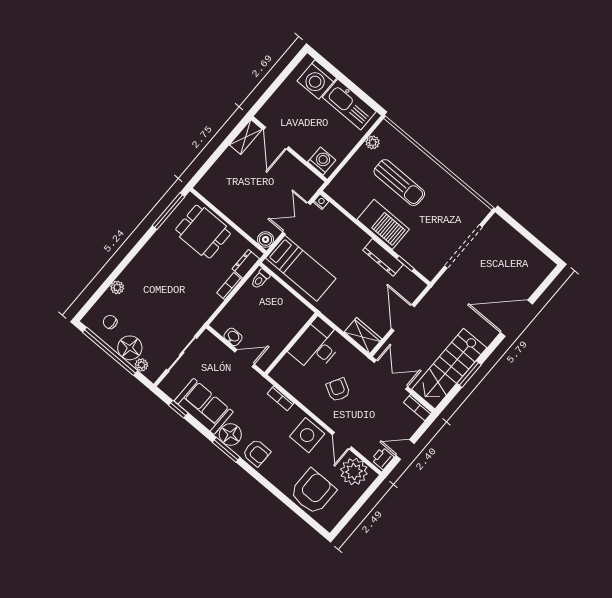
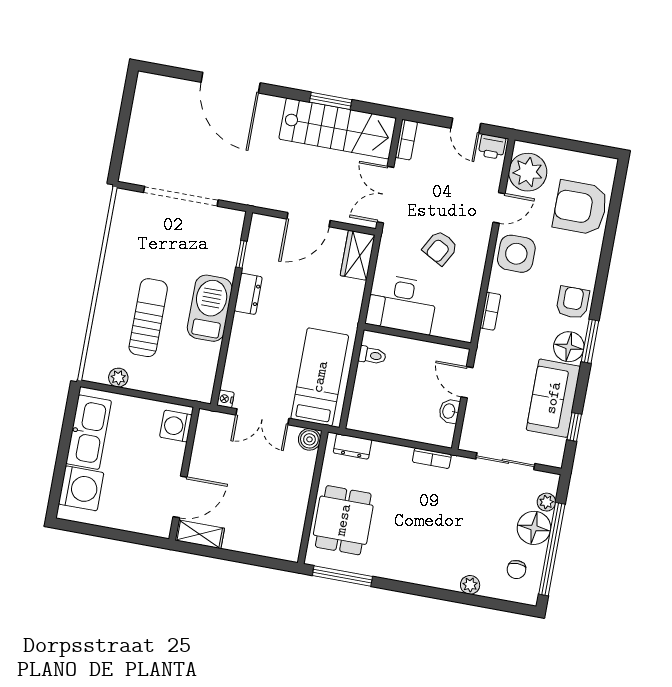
dresser: (383, 257) -> (248, 294), width x0.70
toilet: (260, 279) -> (372, 355), moved
bookcase: (229, 286) -> (432, 458), moved

